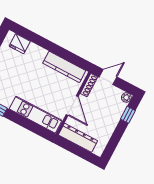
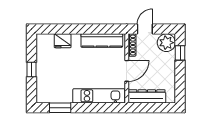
fridge: (20, 44) -> (63, 41), moved
plant: (126, 97) -> (166, 43), width x1.88, depth x1.88
door: (72, 106) -> (127, 71), hinge flipped

